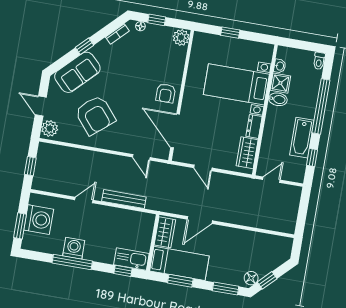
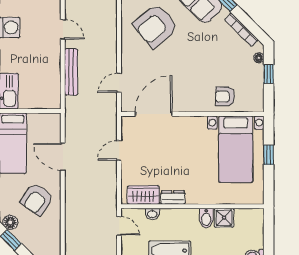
bookcase: (117, 34) -> (241, 30), width x1.56
plant: (181, 38) -> (254, 103), removed
washbasin: (280, 66) -> (152, 214), moved
bed with nightstands: (236, 84) -> (236, 149), moved, turned 180
armchair: (166, 93) -> (225, 96), moved
wardrobe: (165, 232) -> (43, 122), removed
armchair: (234, 250) -> (37, 199), added

